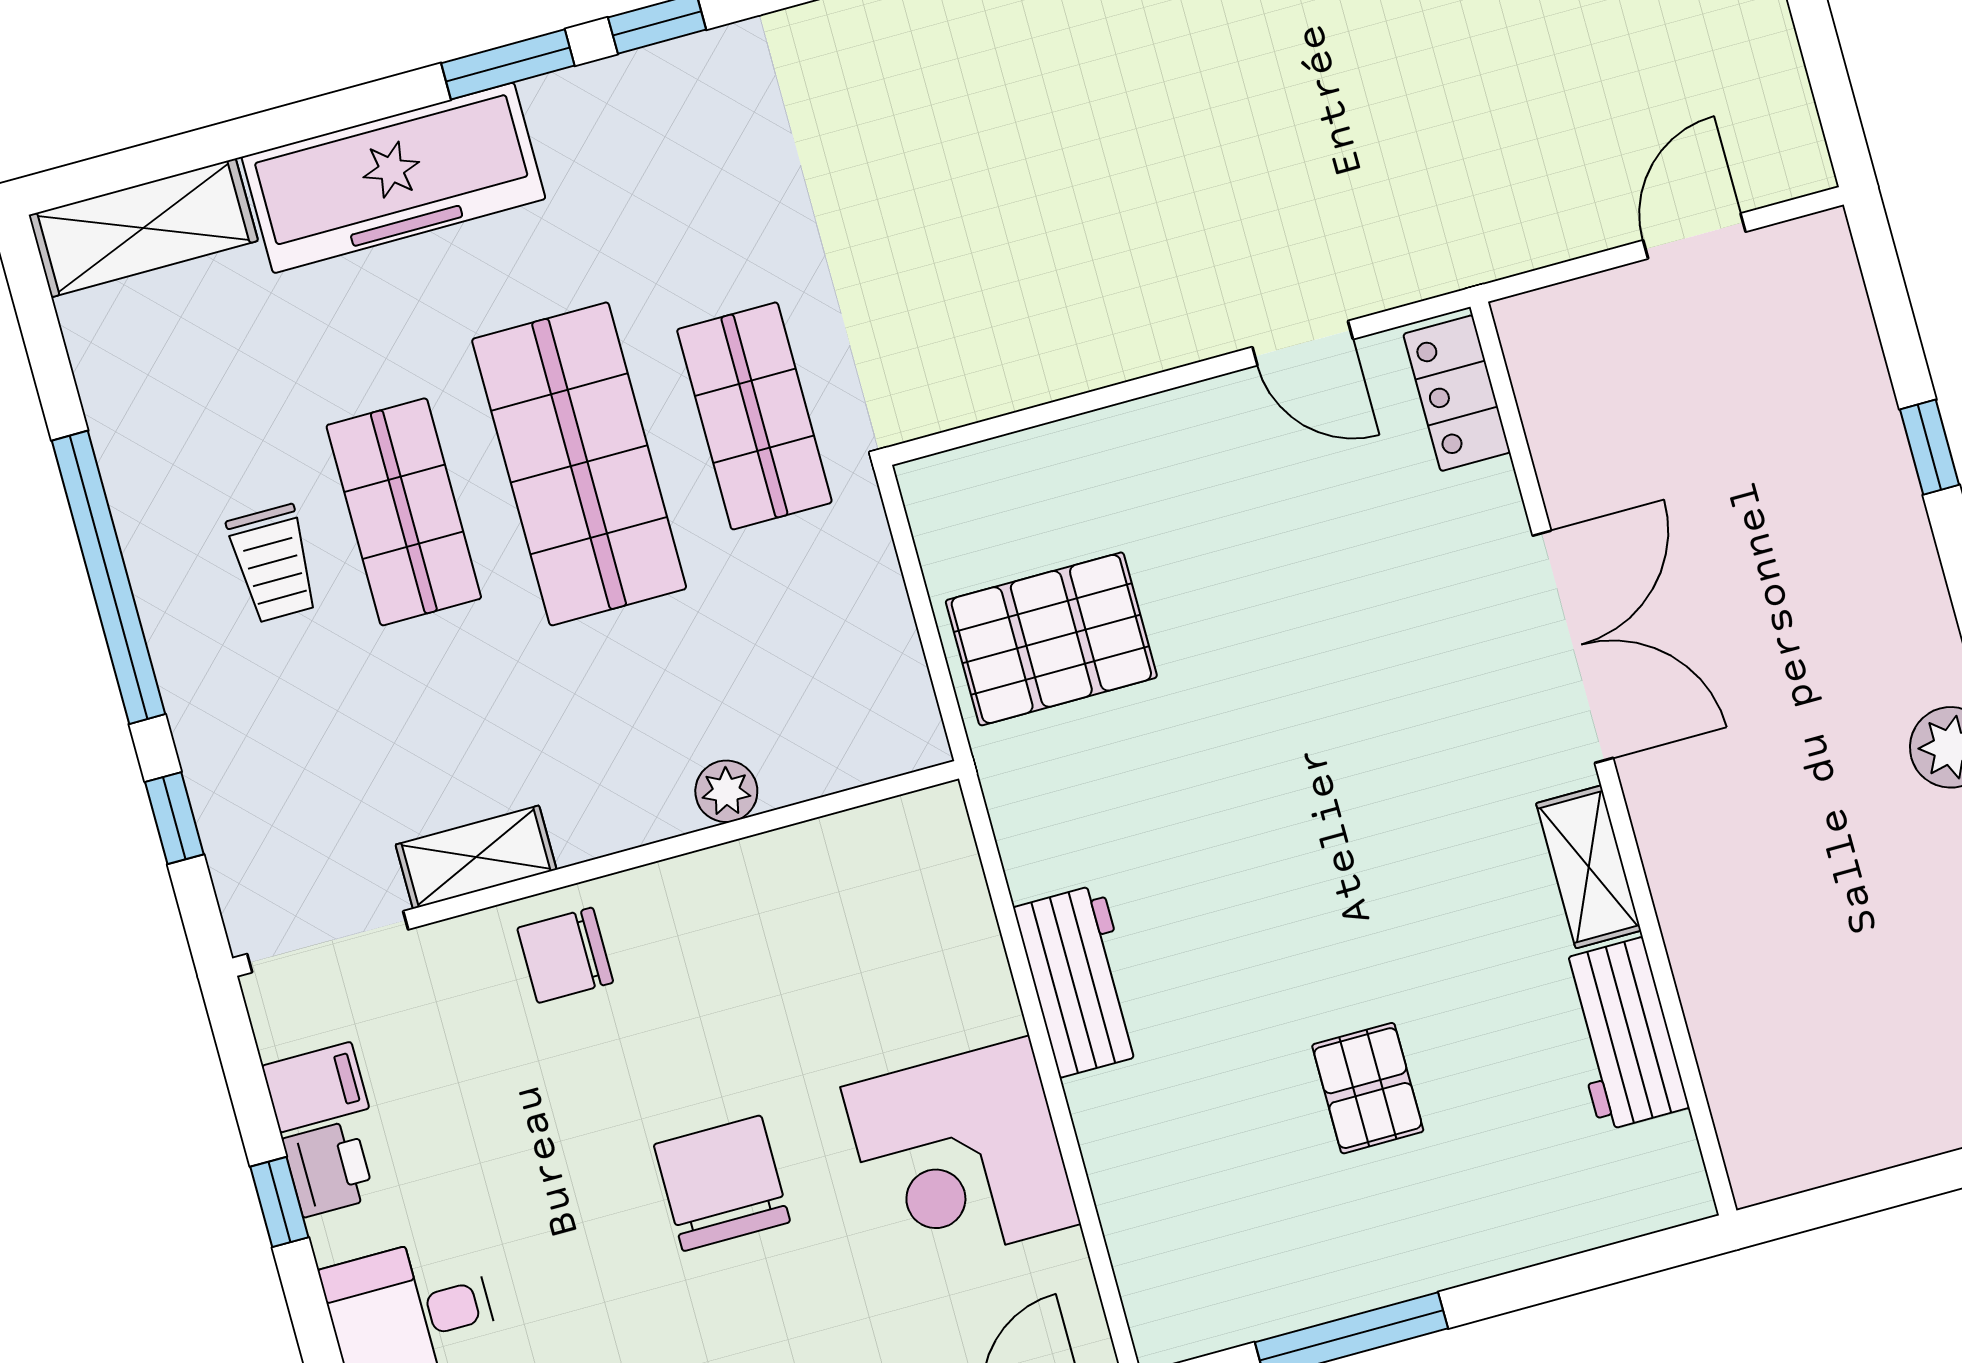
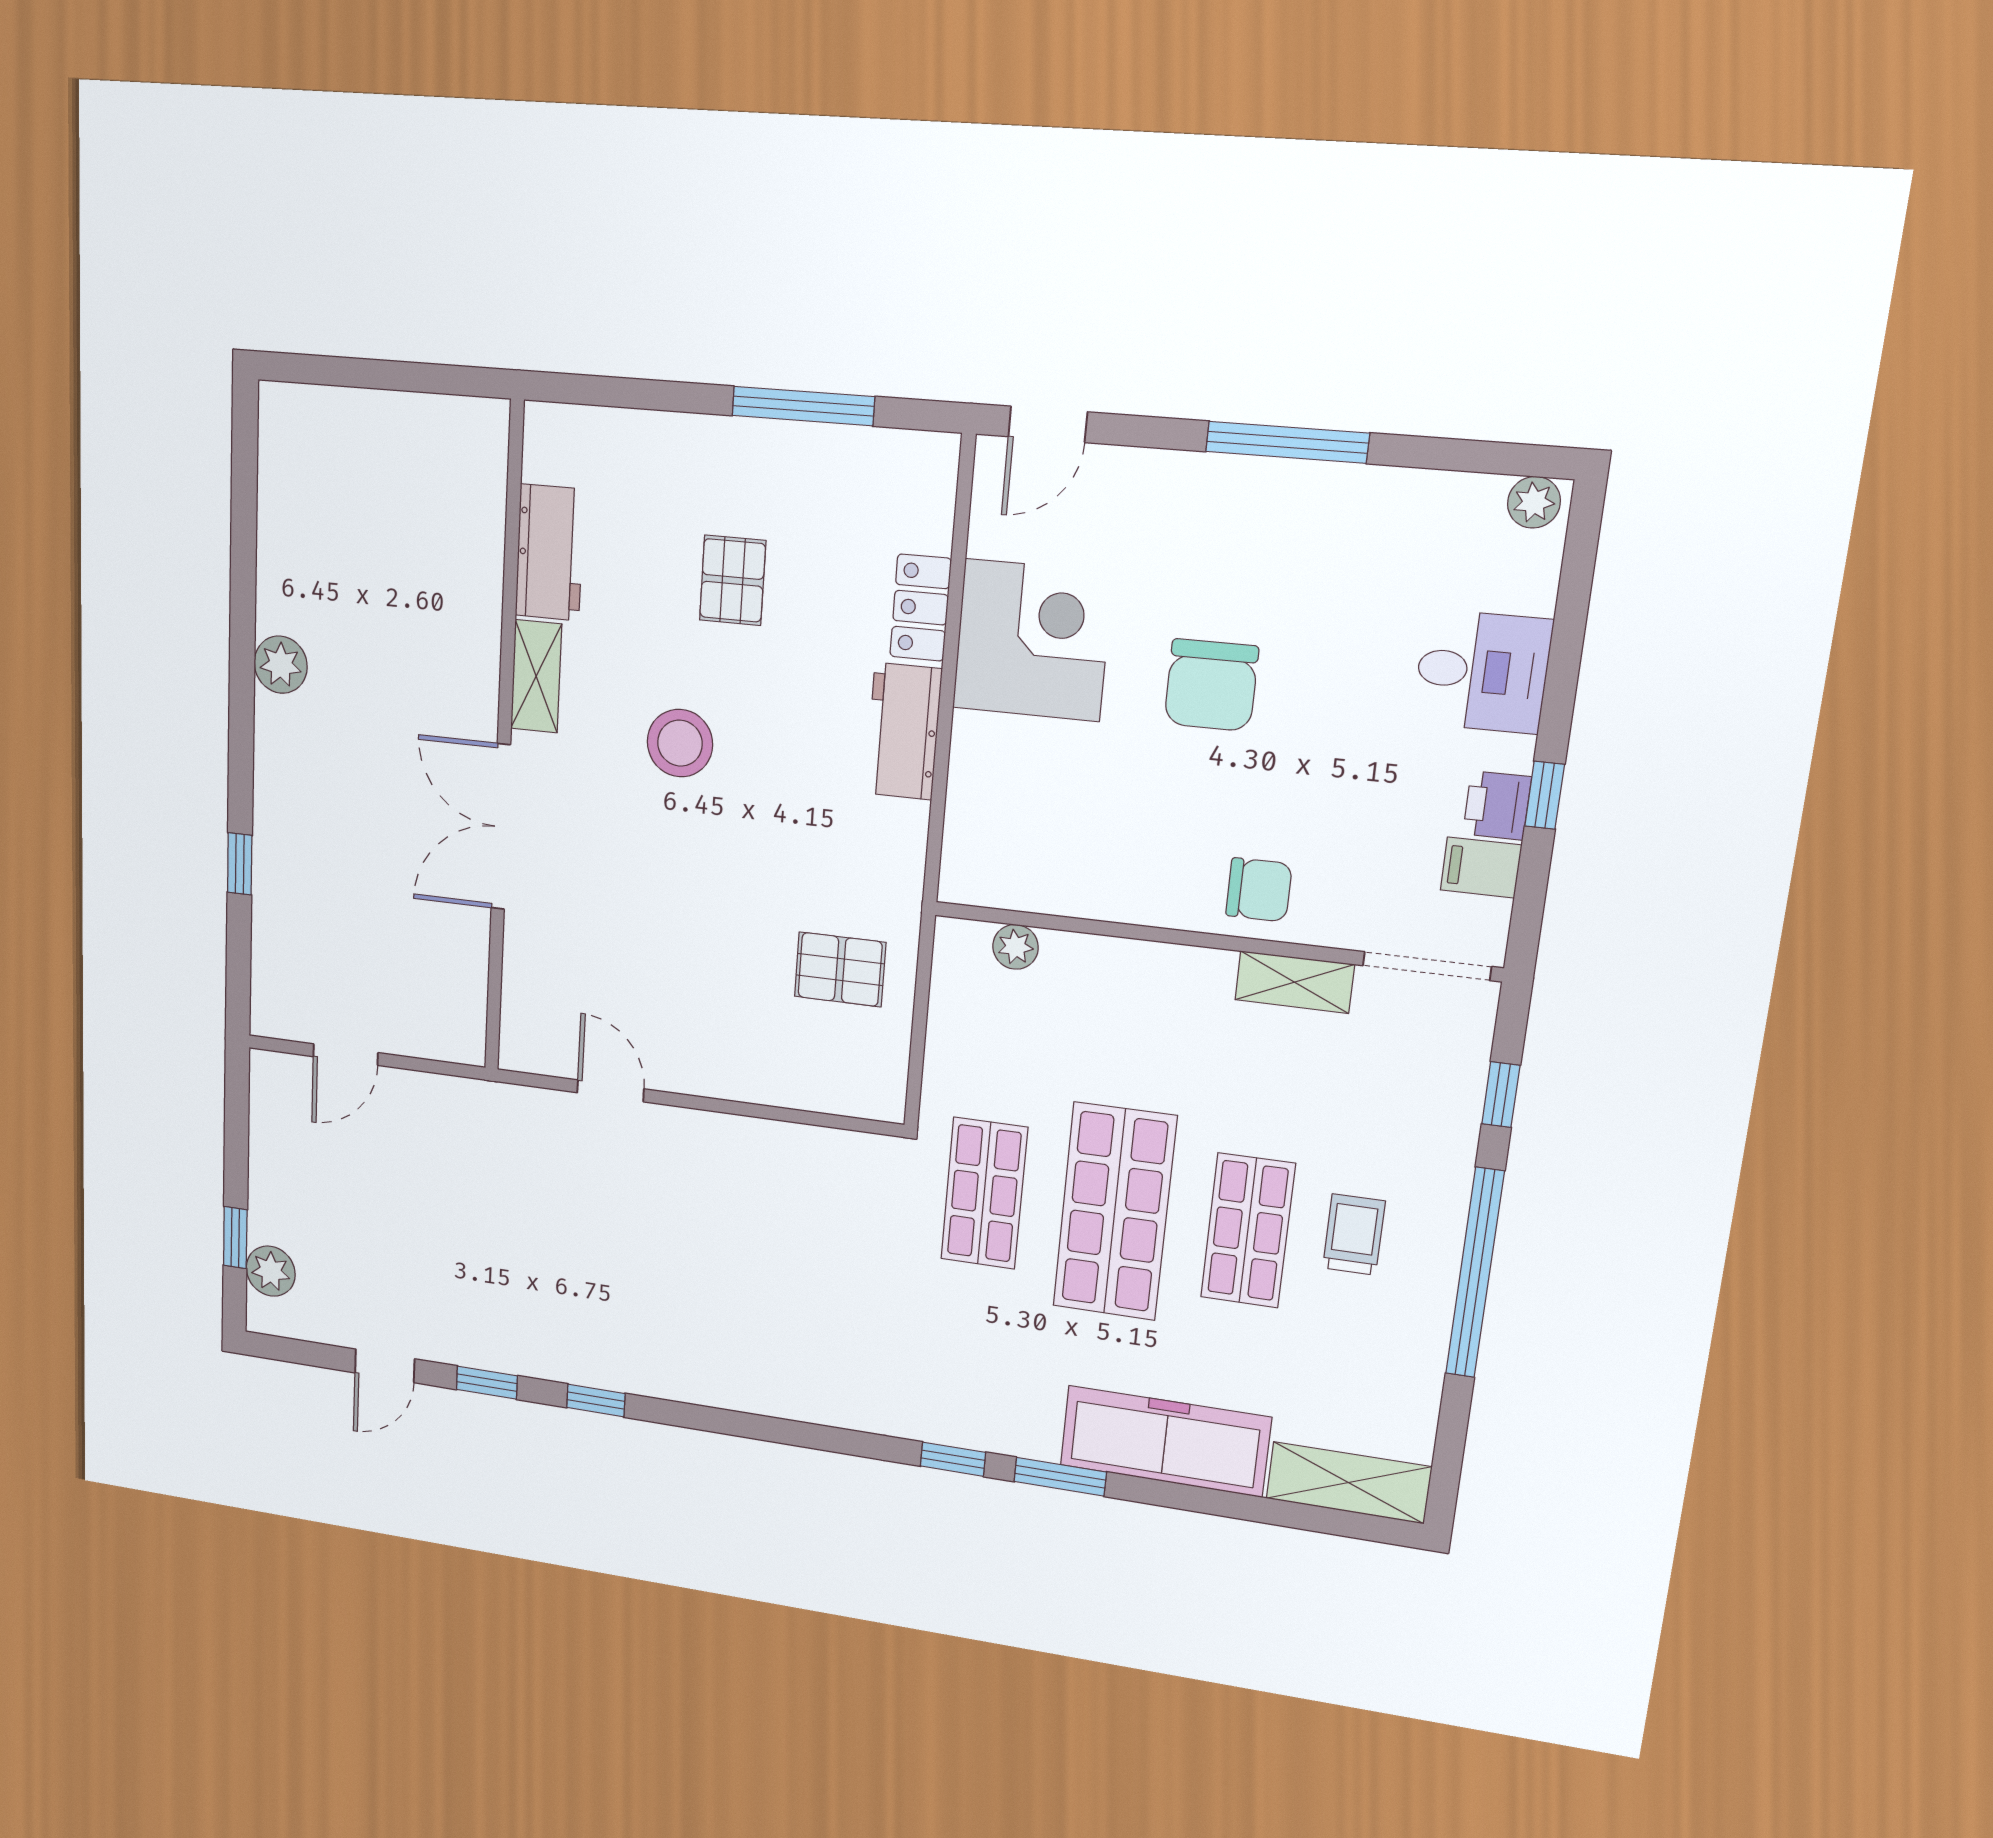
locker: (1457, 393) -> (921, 608), moved, turned 180
pallet: (1051, 639) -> (840, 969), width x0.67, depth x0.71
plant: (726, 791) -> (1016, 947), moved
stool: (1366, 853) -> (680, 743), added

